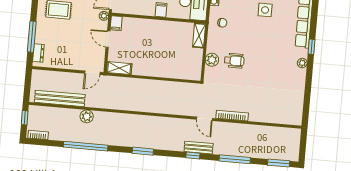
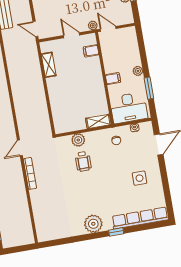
filing cabinet: (116, 23) -> (91, 51), moved
door: (108, 39) -> (72, 35), hinge flipped
plant: (302, 63) -> (93, 224), width x1.87, depth x1.87
shelving: (119, 68) -> (49, 65), moved

